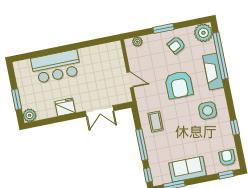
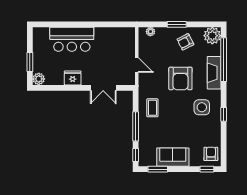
window: (235, 127) -> (224, 114), moved

